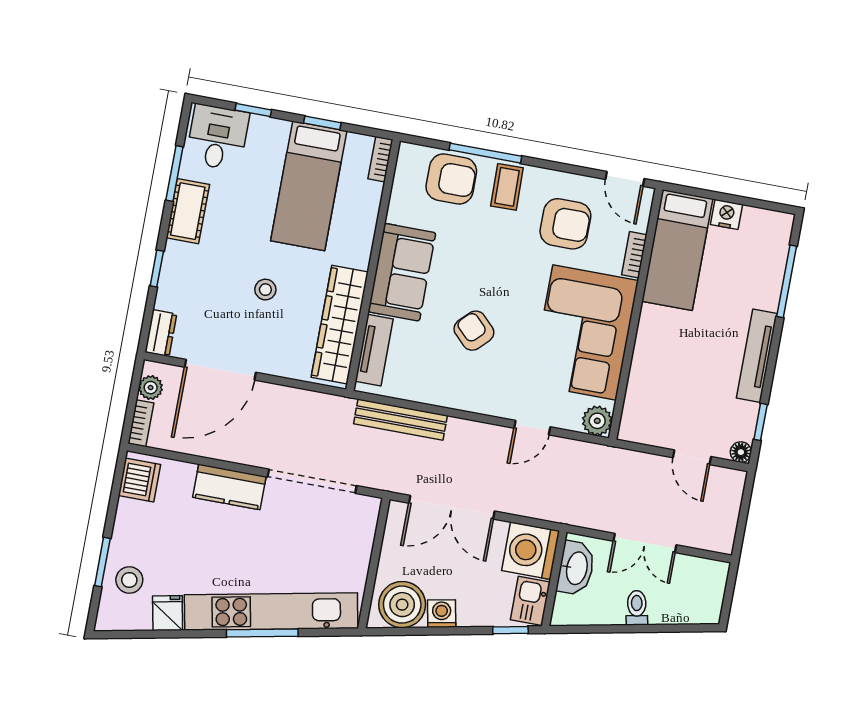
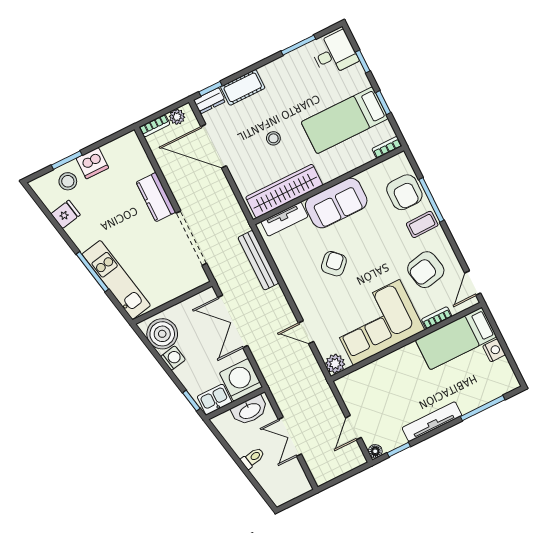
cot: (188, 211) -> (243, 87), moved
armchair: (565, 224) -> (426, 270), turned 78
window: (157, 269) -> (211, 89), moved
dishwasher: (139, 480) -> (92, 163), moved
kitchen unit: (271, 611) -> (116, 280), width x0.73

